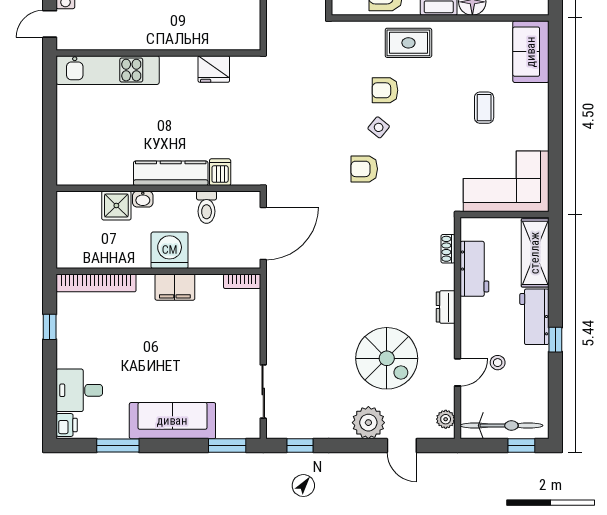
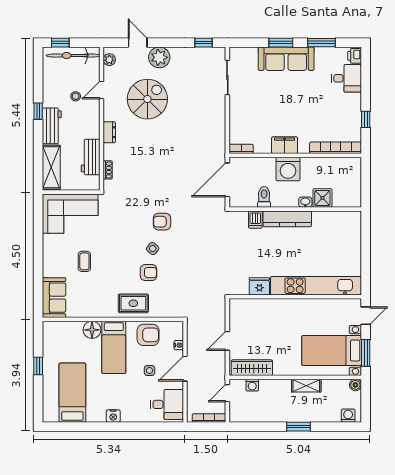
kitchen unit: (108, 70) -> (316, 286), width x1.36
armchair: (364, 169) -> (162, 222), turned 180
spiral stairs: (387, 358) -> (147, 99), turned 90
window: (227, 446) -> (281, 43), moved

